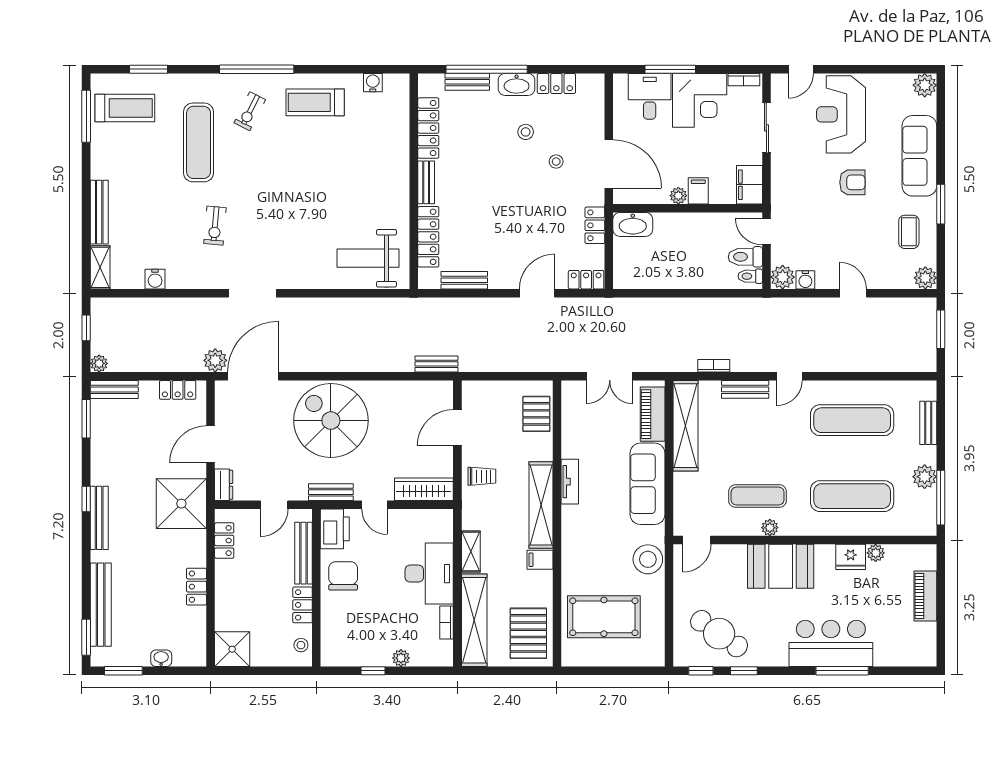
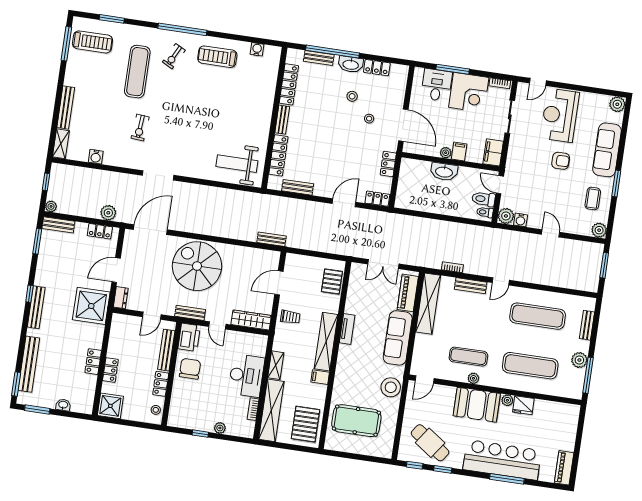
washbasin: (633, 224) -> (444, 172), moved
plant: (215, 360) -> (108, 213), moved
locker: (224, 541) -> (110, 370), moved
plant: (876, 553) -> (507, 400), moved
piano: (925, 596) -> (564, 468), moved
bar counter: (831, 643) -> (502, 460), width x1.36

